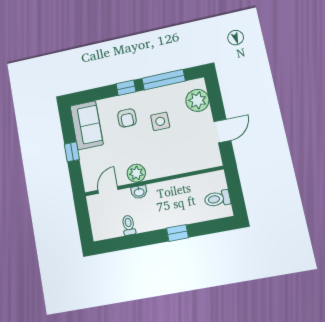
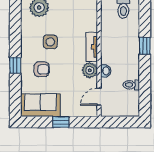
window: (164, 80) -> (15, 32), removed
tv unit: (164, 170) -> (92, 47), added
door: (108, 190) -> (99, 97), hinge flipped

